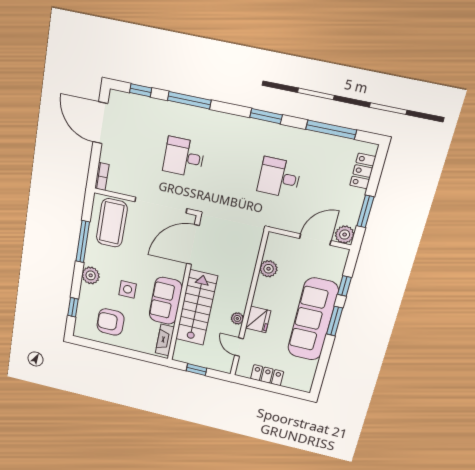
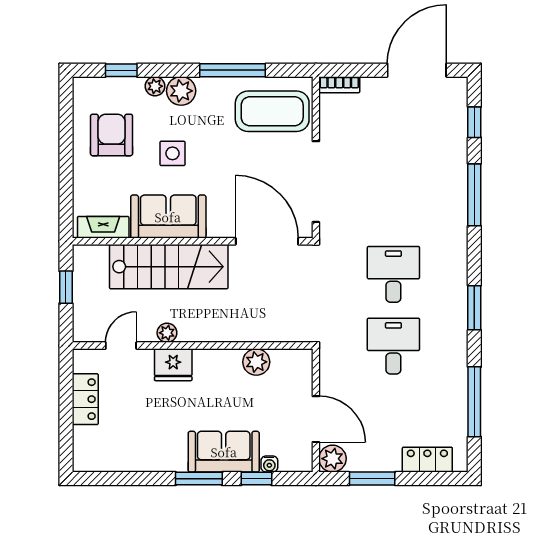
desk: (184, 157) -> (393, 274), moved
water cooler: (337, 276) -> (269, 464), added
plant: (85, 290) -> (155, 86), added
sofa: (313, 319) -> (224, 452), width x0.54, depth x0.79

